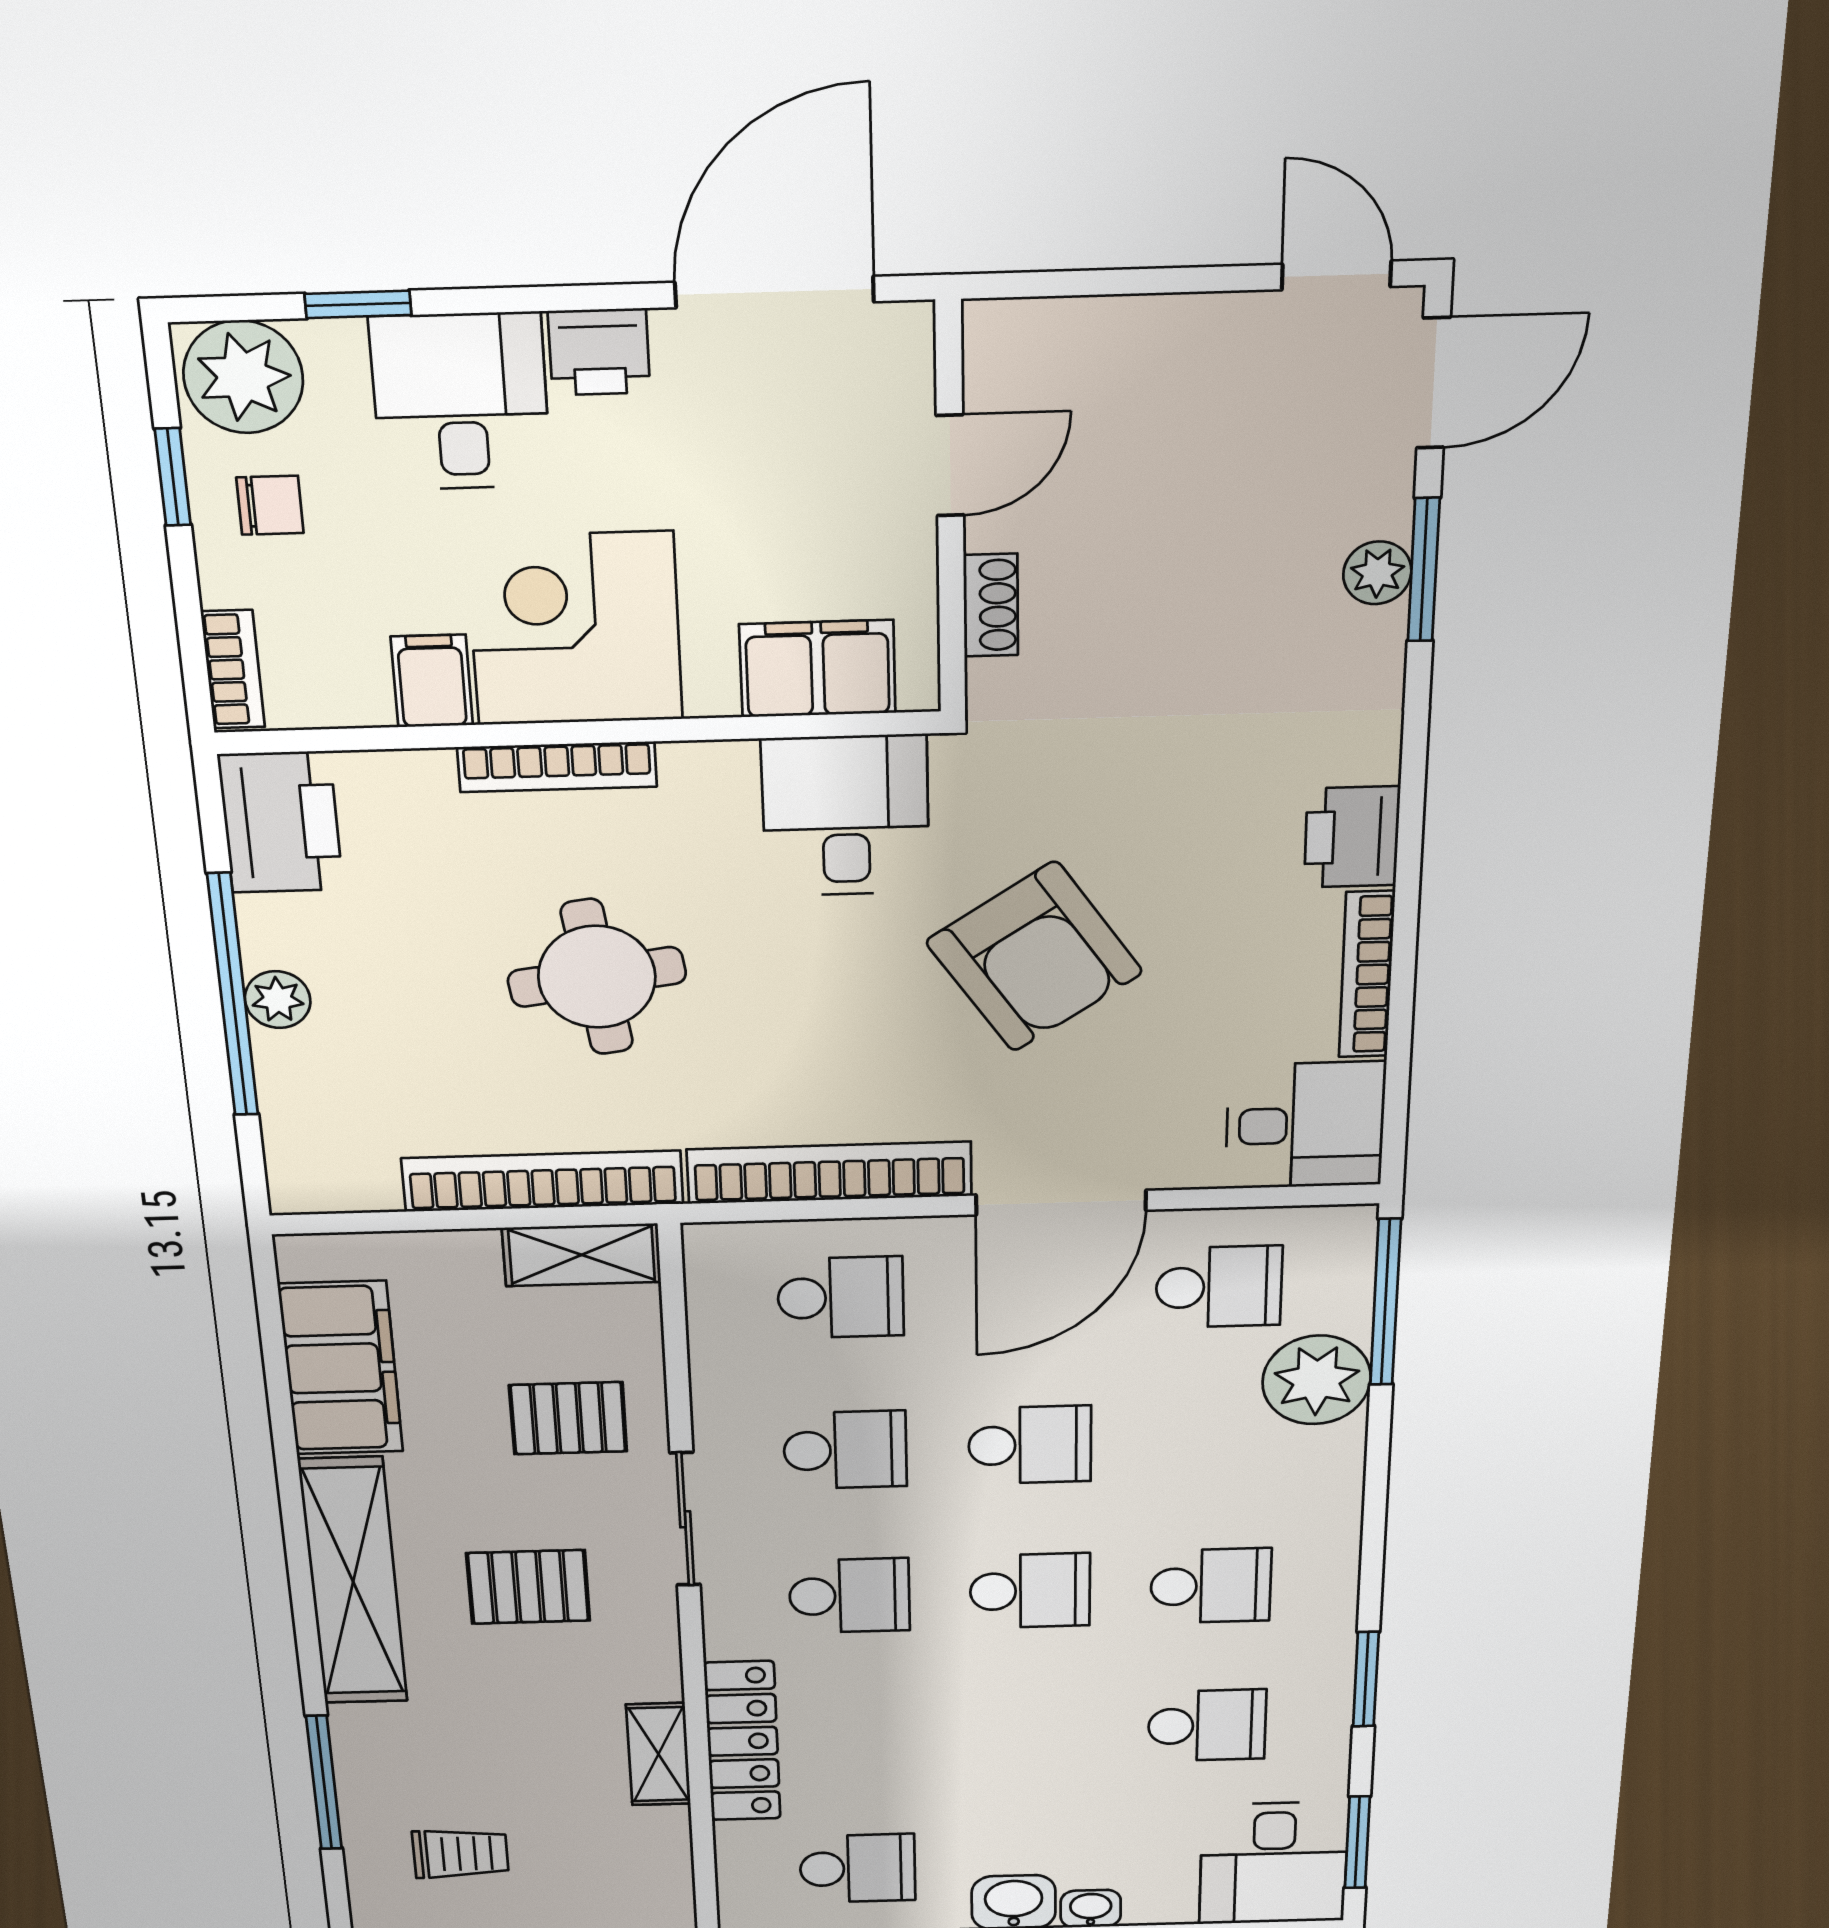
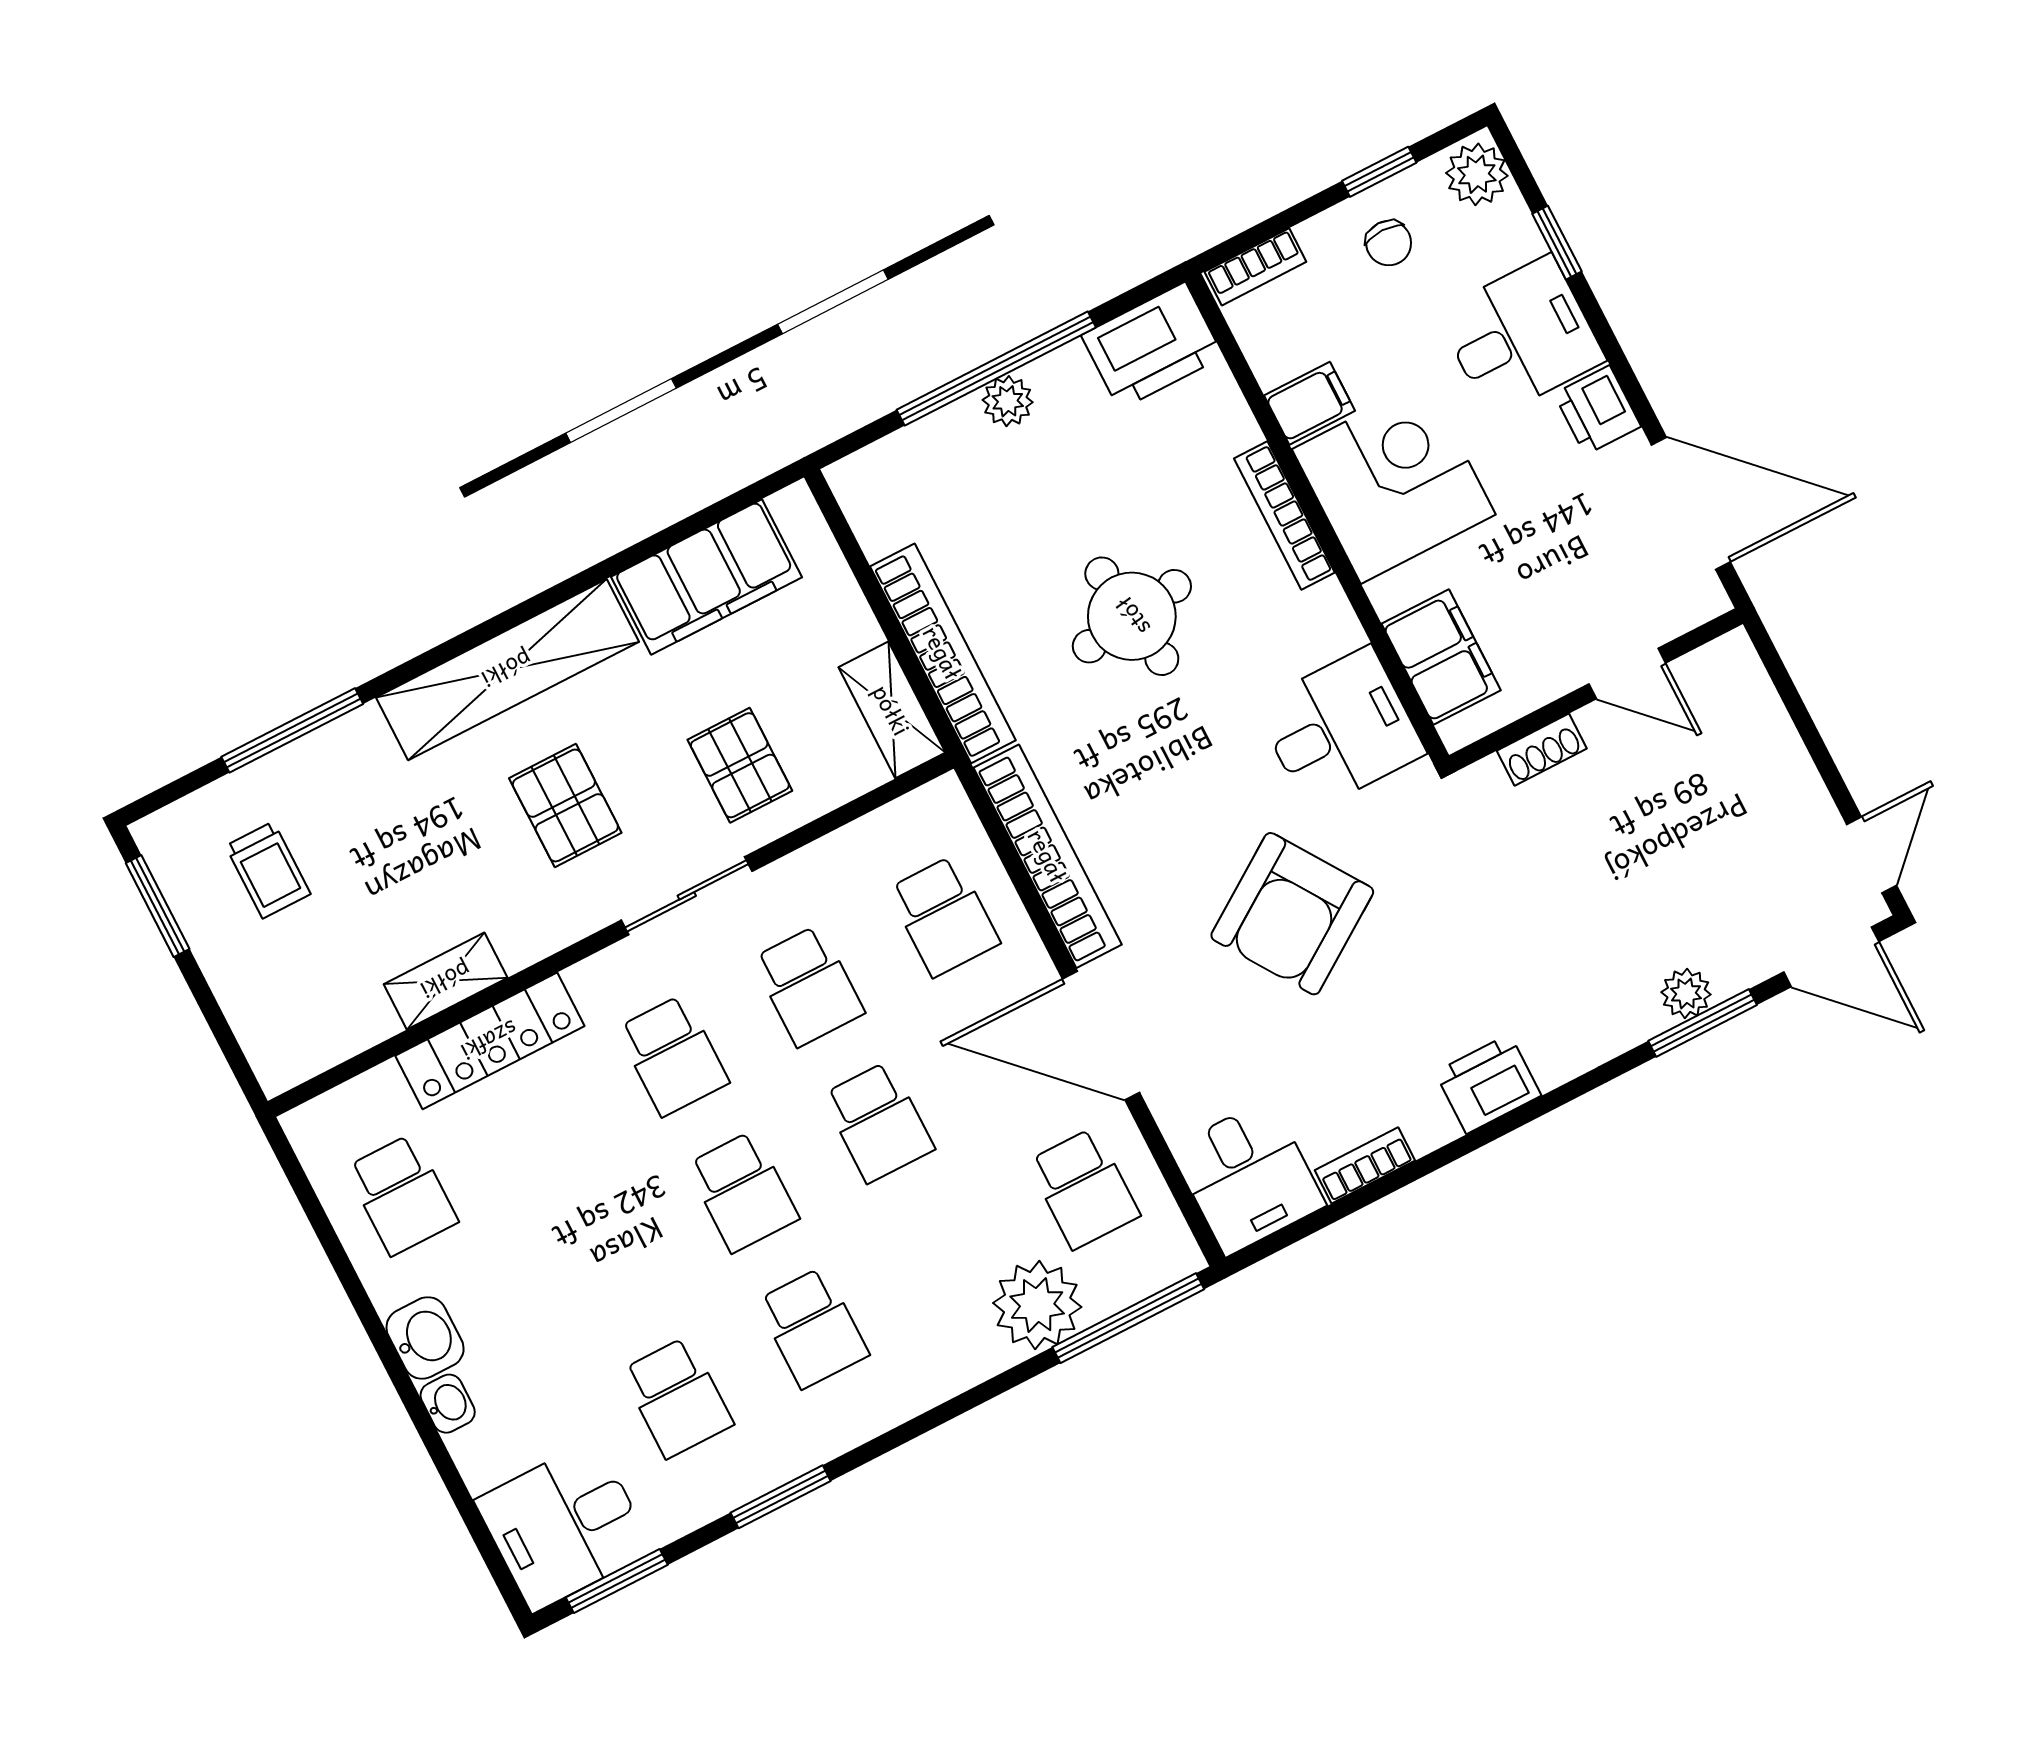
plant: (243, 377) -> (1477, 174), width x0.73, depth x0.73
bookcase: (1367, 975) -> (1365, 1165), width x0.64

